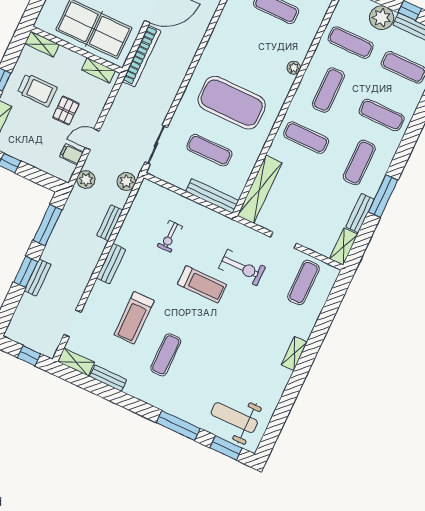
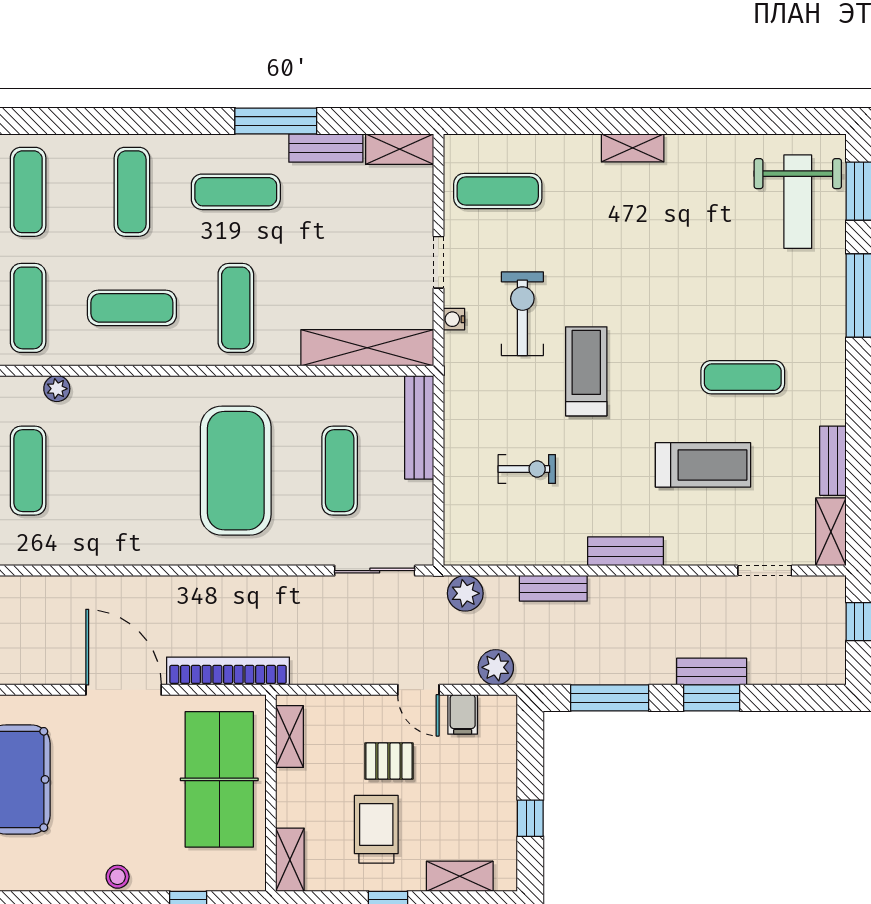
plant: (294, 68) -> (57, 389), moved
water cooler: (254, 235) -> (454, 319), added

